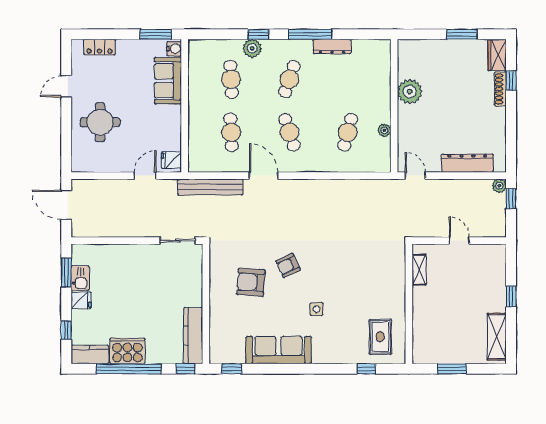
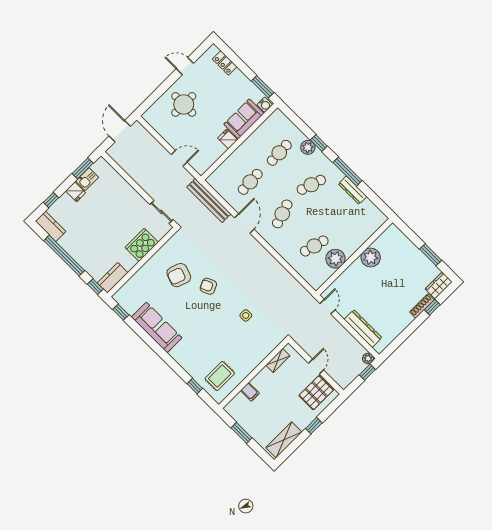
plant: (384, 130) -> (335, 259), width x1.88, depth x1.88
fridge: (171, 160) -> (228, 139), moved
pallet: (483, 264) -> (316, 393), added
armchair: (251, 282) -> (179, 275), turned -74
side table: (316, 309) -> (246, 315), moved
filing cabinet: (422, 324) -> (250, 392), added
kitchen counter: (193, 336) -> (113, 278), width x0.67
cooker: (127, 351) -> (142, 245), moved, turned -90

